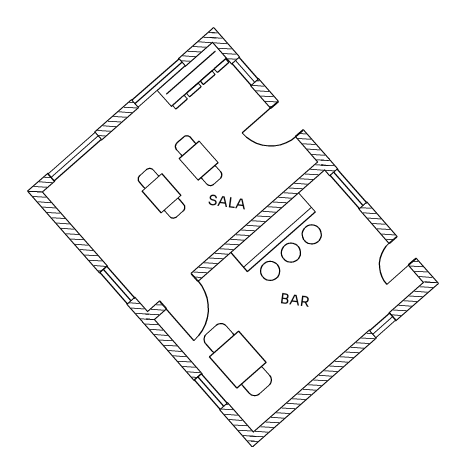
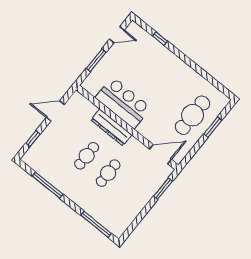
dresser: (194, 76) -> (111, 127), moved, turned 180
door: (287, 119) -> (55, 111), swing flipped
window: (348, 189) -> (96, 60), moved

